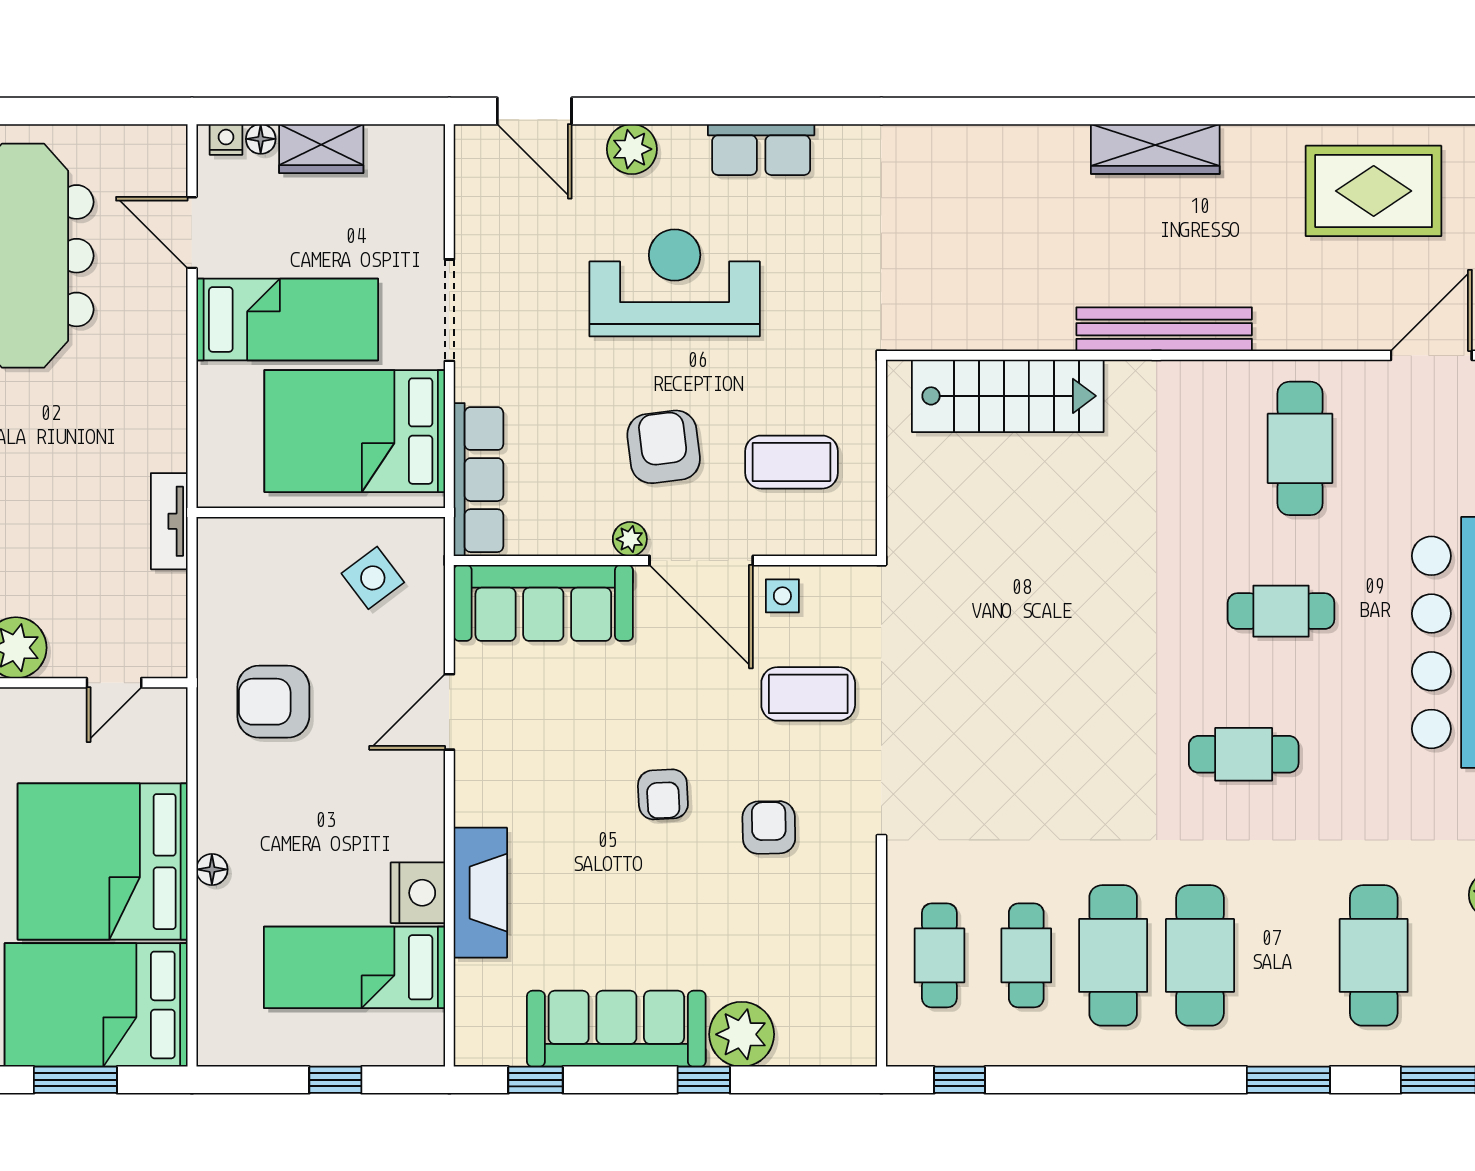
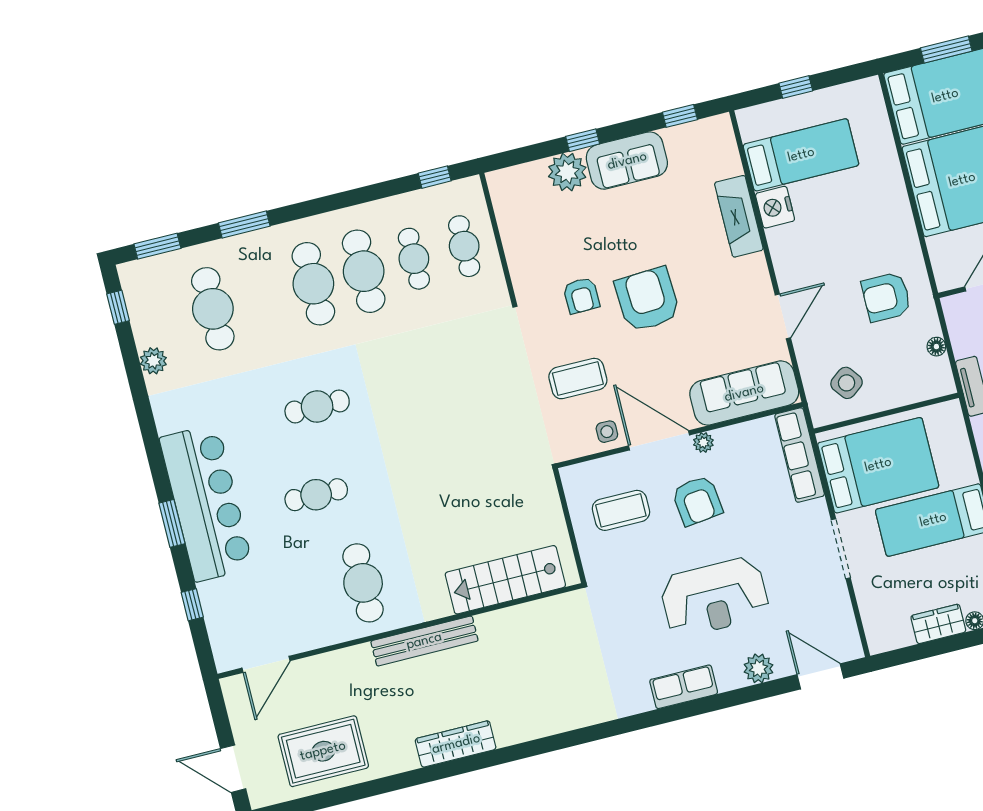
cafe table: (1300, 448) -> (363, 583), moved
armchair: (273, 702) -> (886, 297), turned 180
armchair: (663, 794) -> (647, 299), width x1.88, depth x1.88
floor lamp: (212, 869) -> (936, 347), moved
sofa: (616, 1029) -> (627, 161), width x0.73

